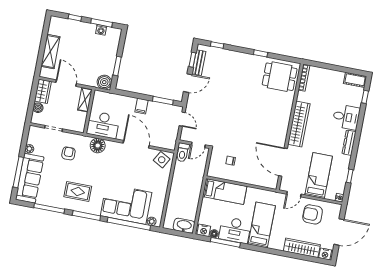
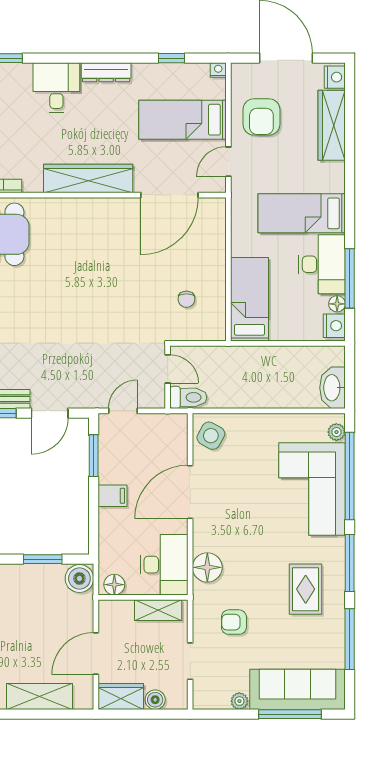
door: (188, 83) -> (50, 413), swing flipped
floor lamp: (98, 99) -> (114, 585), added
shelving: (85, 100) -> (158, 610), moved
door: (294, 194) -> (228, 162), swing flipped
washbasin: (184, 226) -> (333, 388), moved

